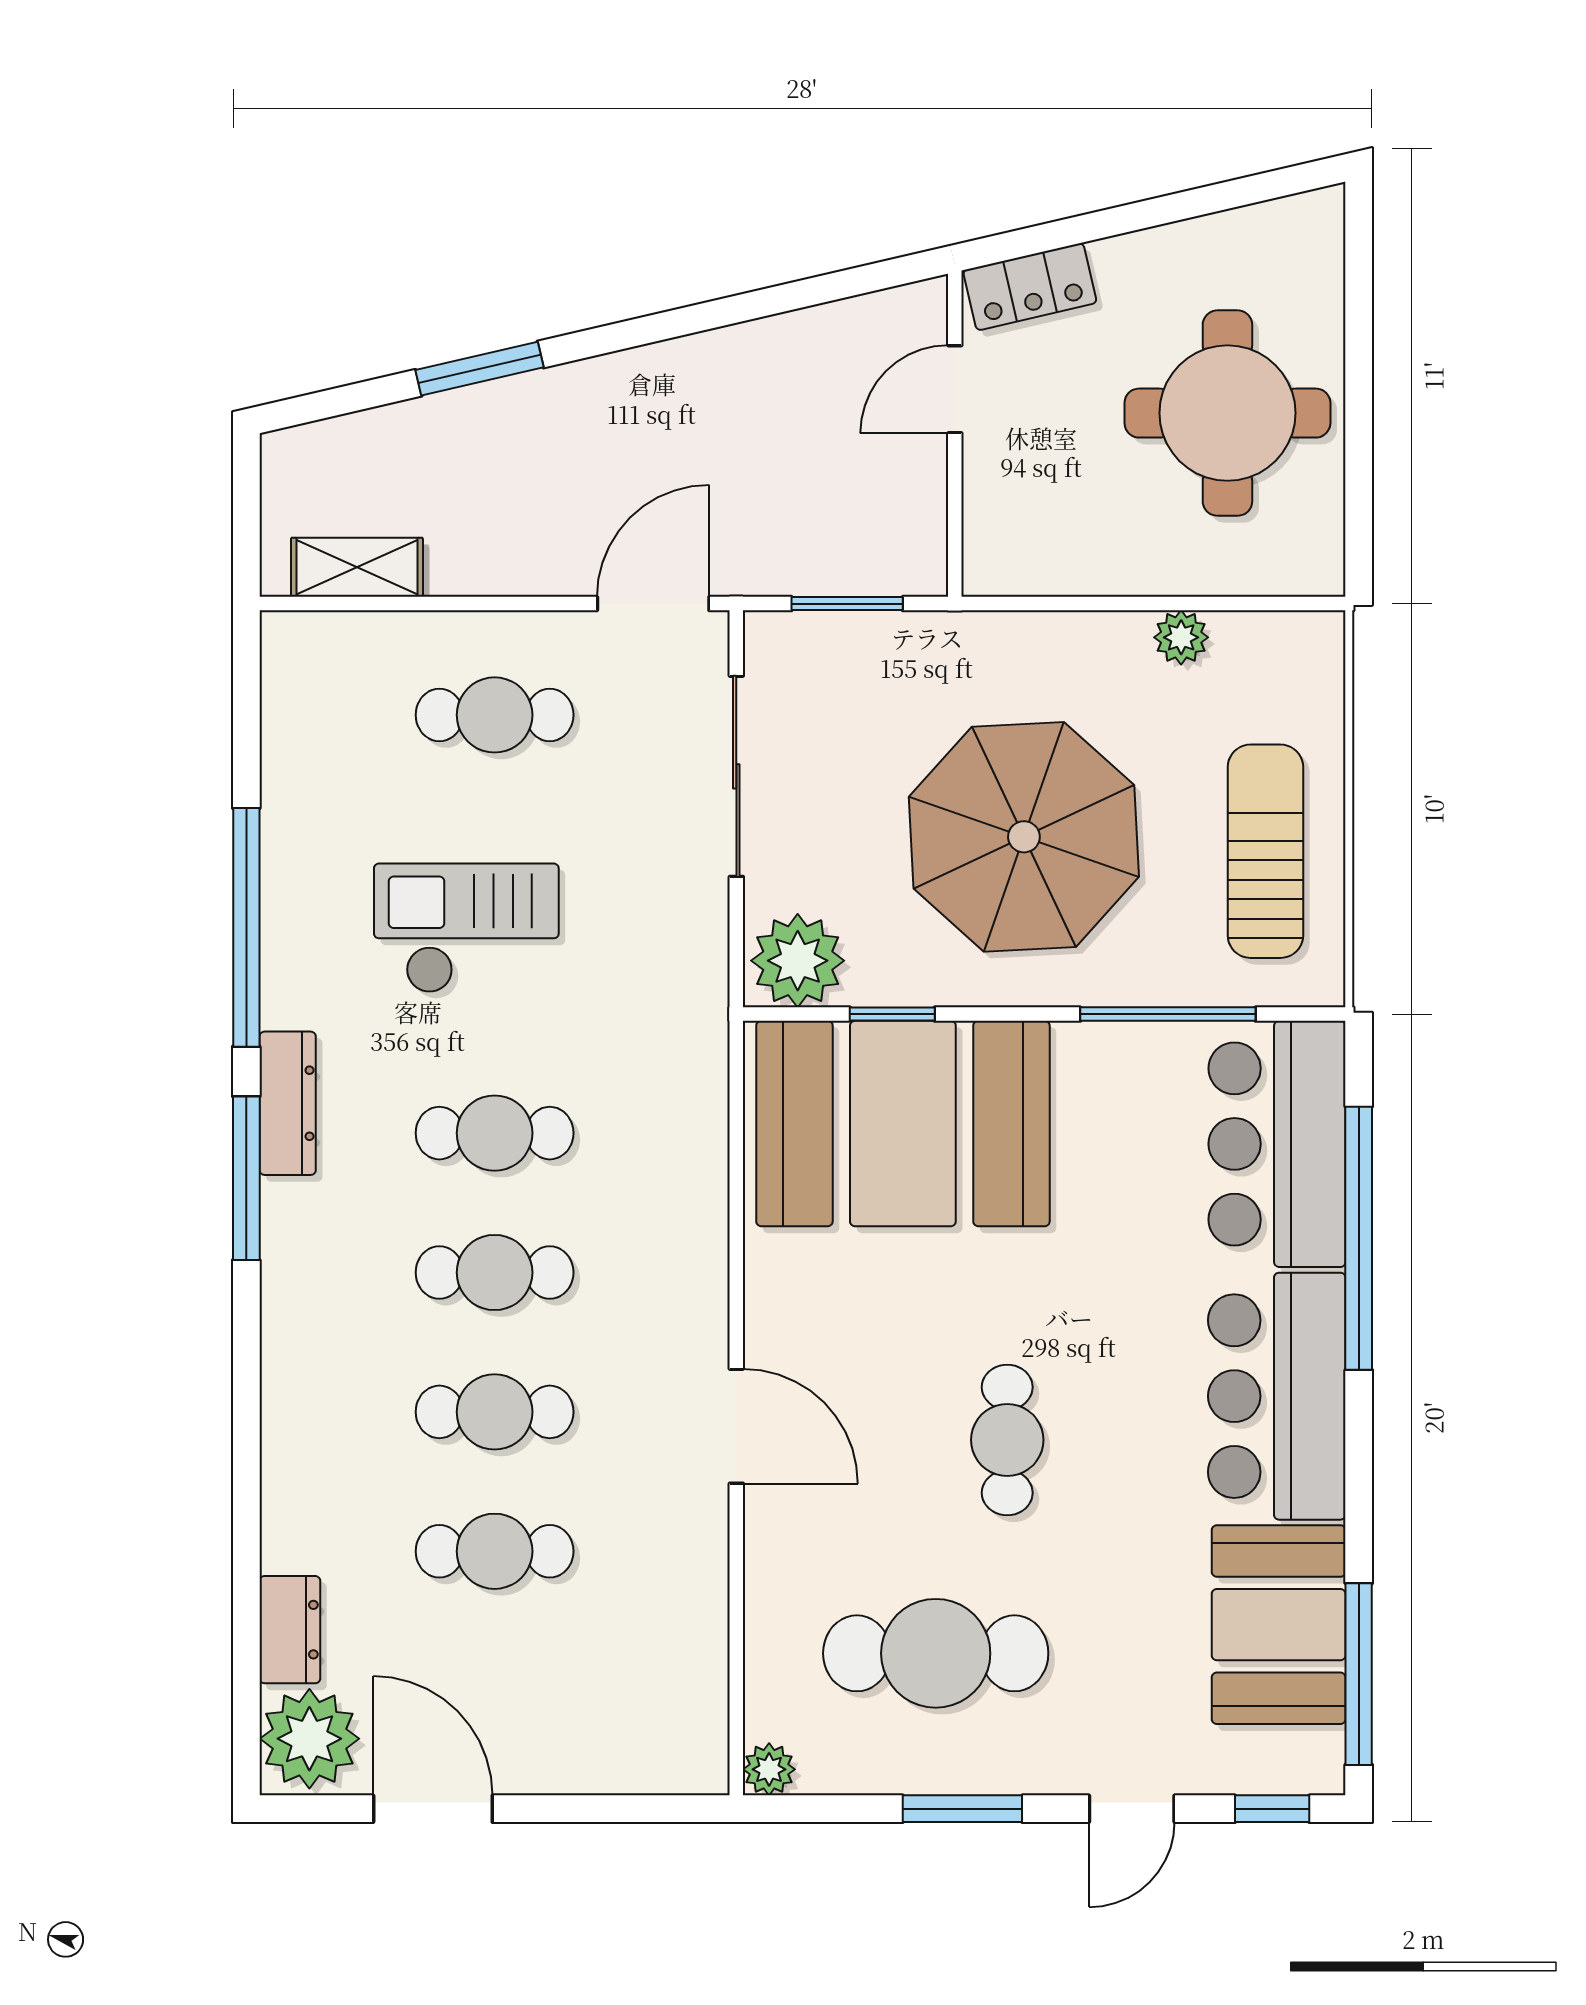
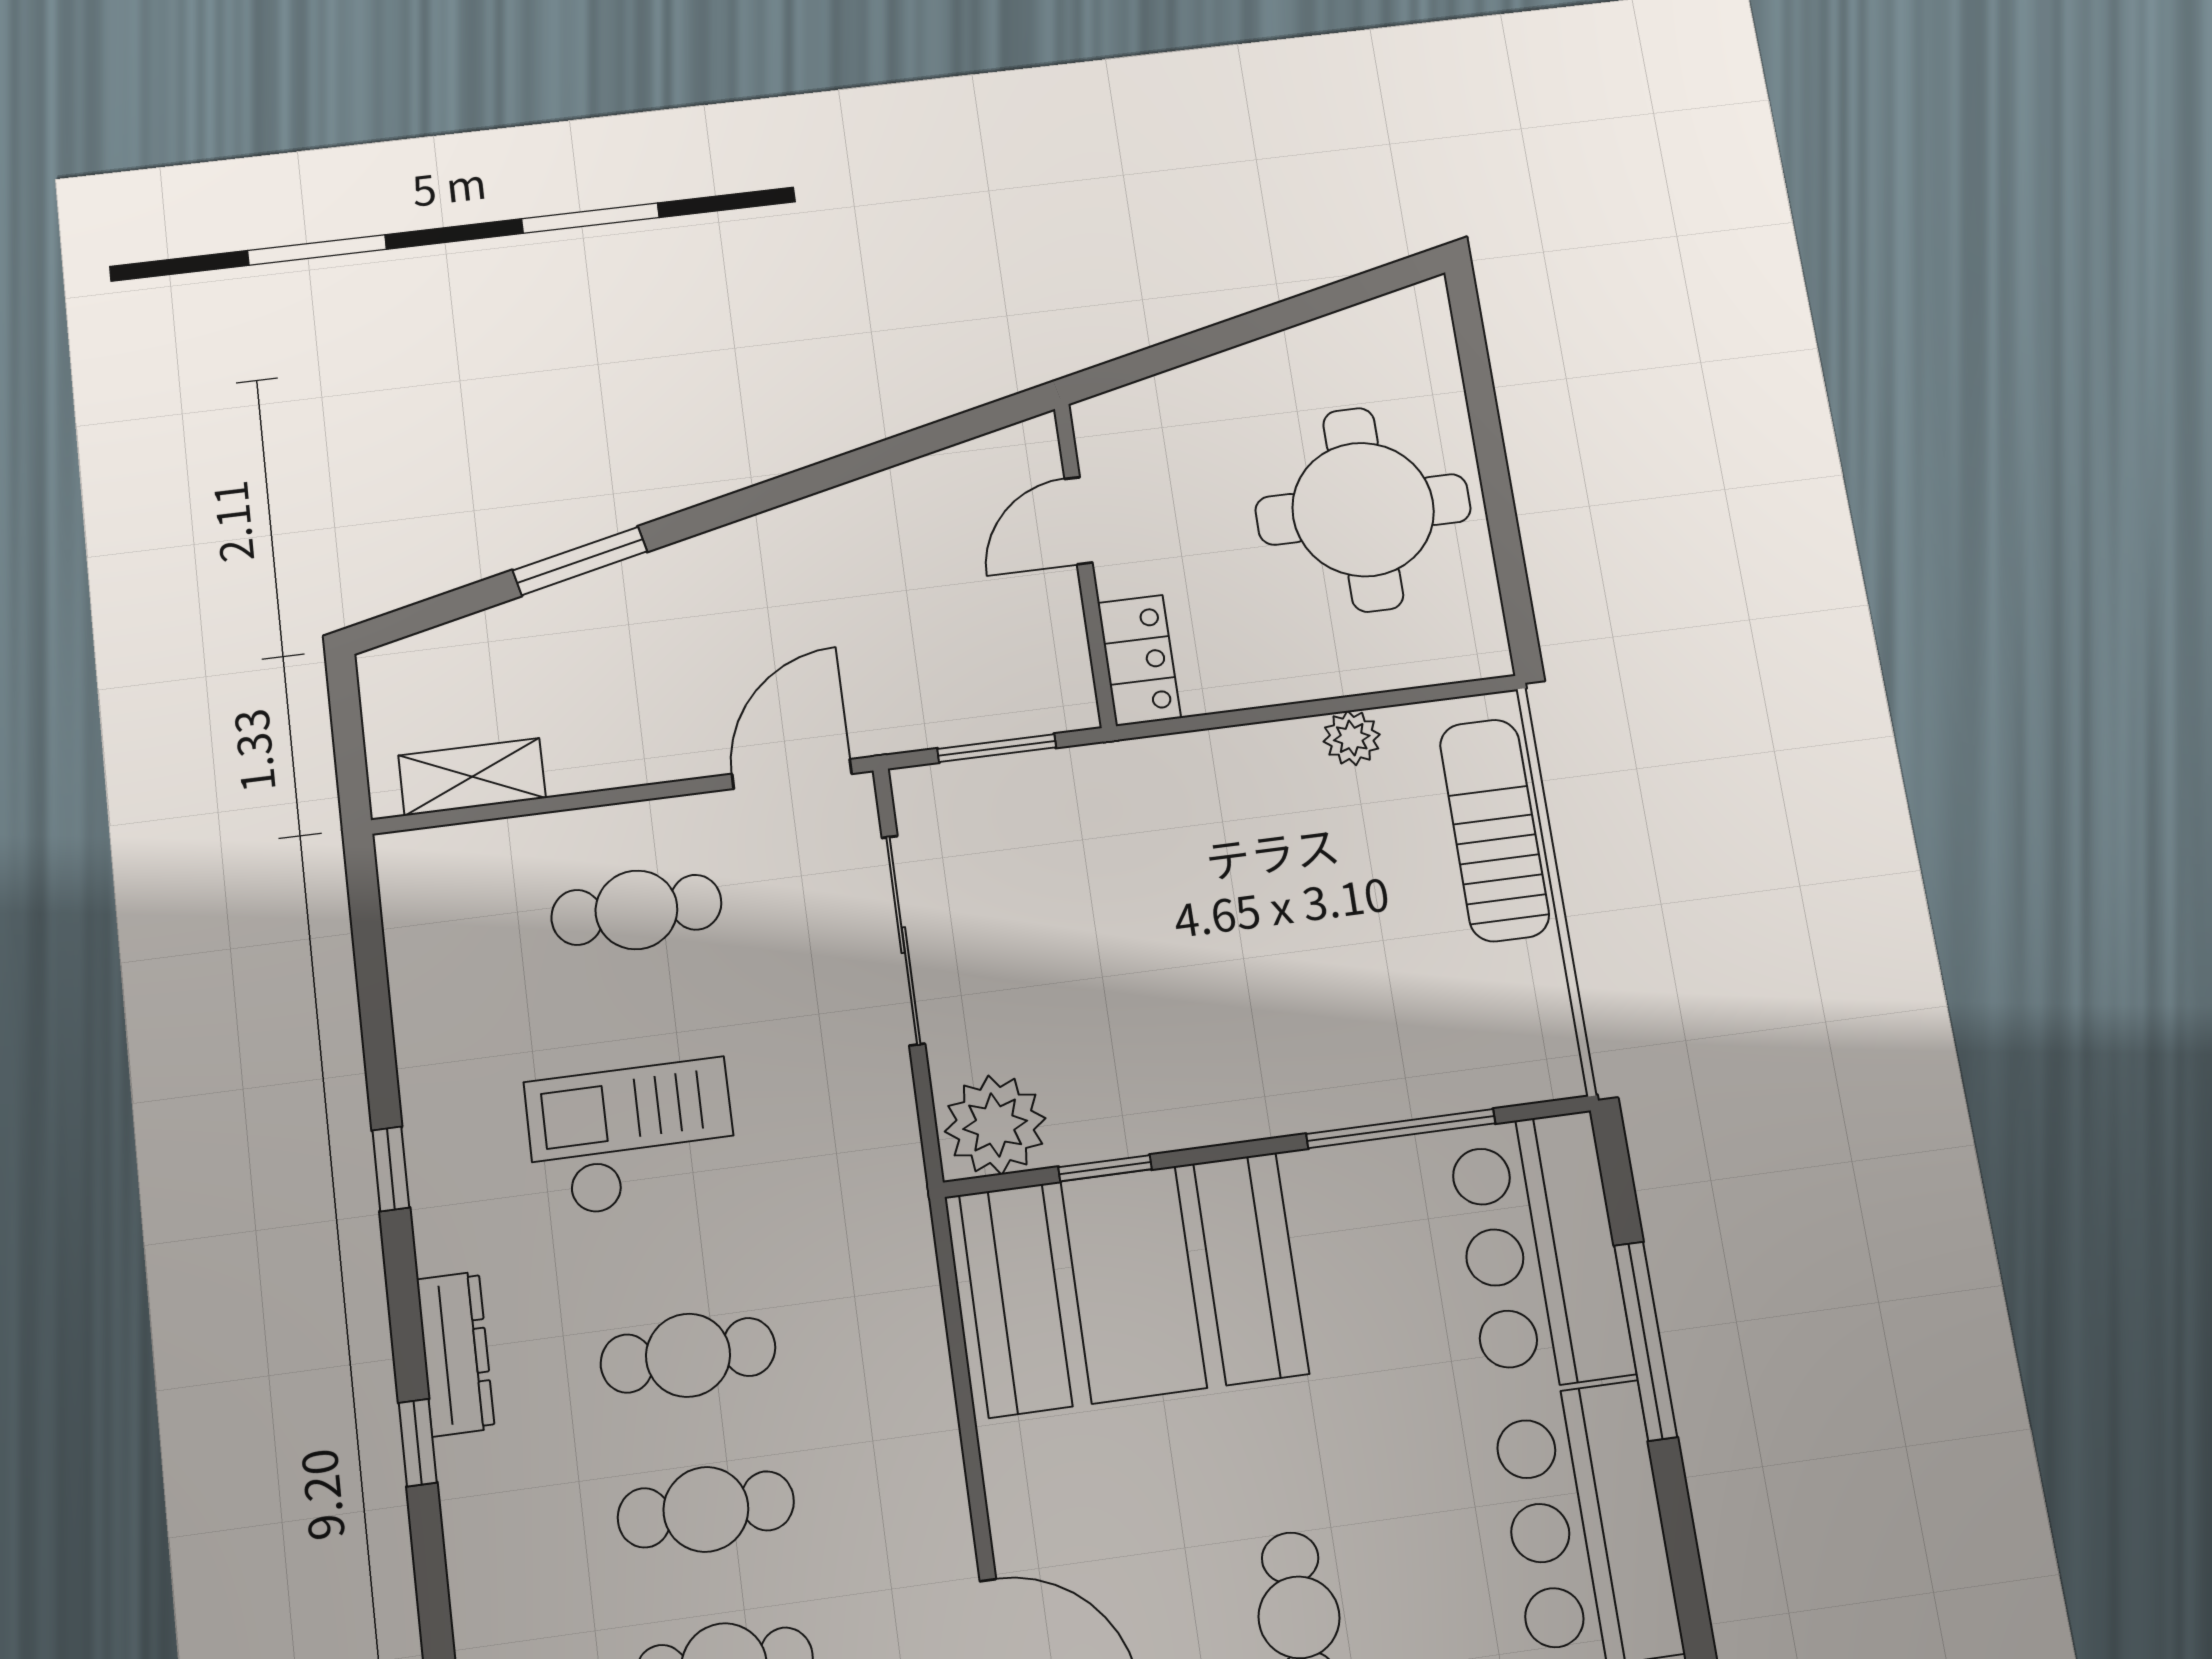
locker: (1030, 287) -> (1139, 660), moved, turned -77
parasol: (1024, 837) -> (1218, 963), removed
sun lounger: (1265, 851) -> (1494, 830), moved
window: (246, 927) -> (391, 1169), width x0.32
window: (246, 1178) -> (418, 1443), width x0.46
window: (1359, 1238) -> (1646, 1341), width x0.68

